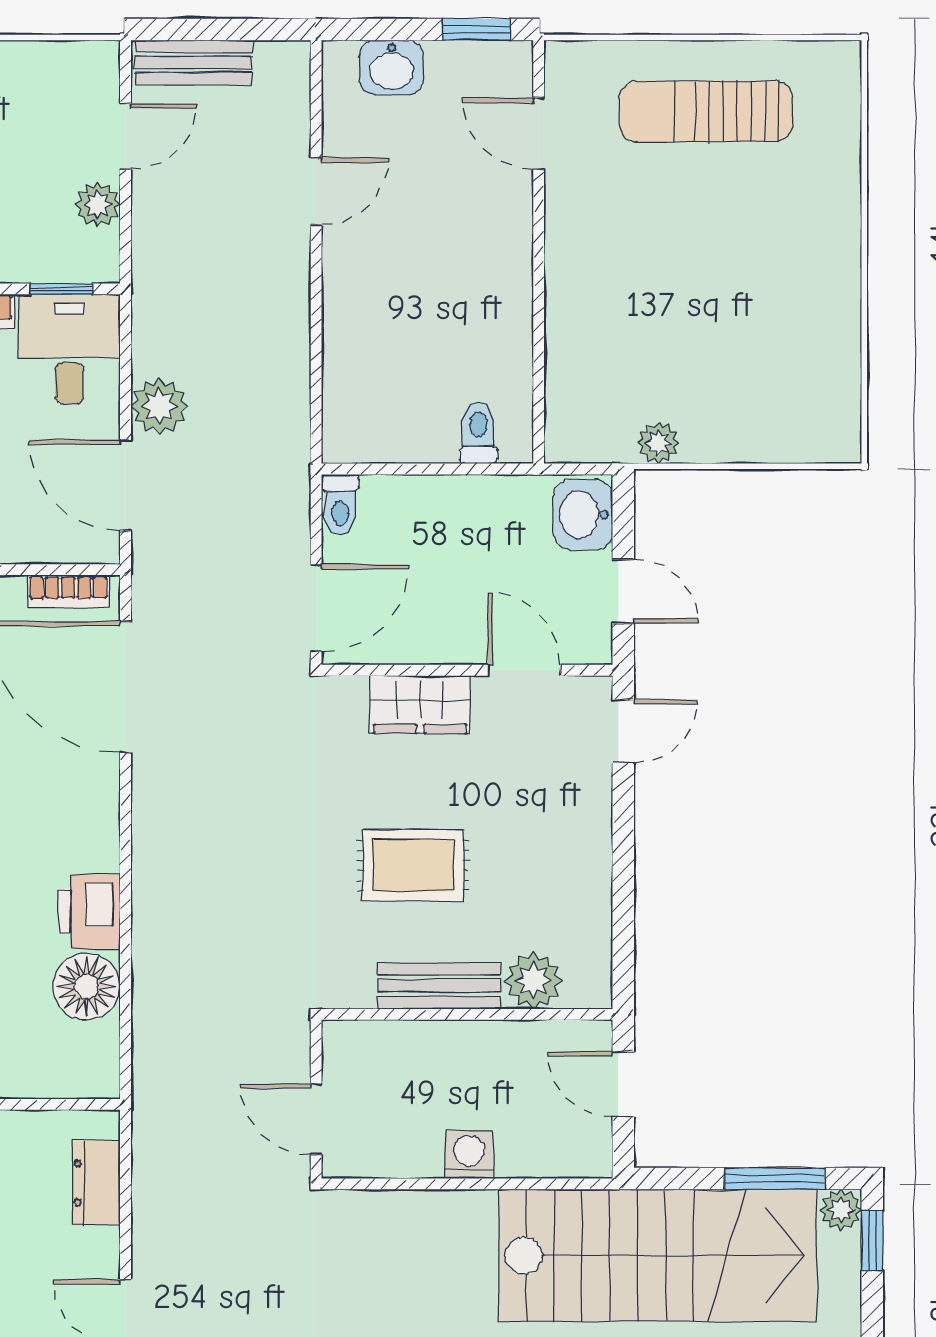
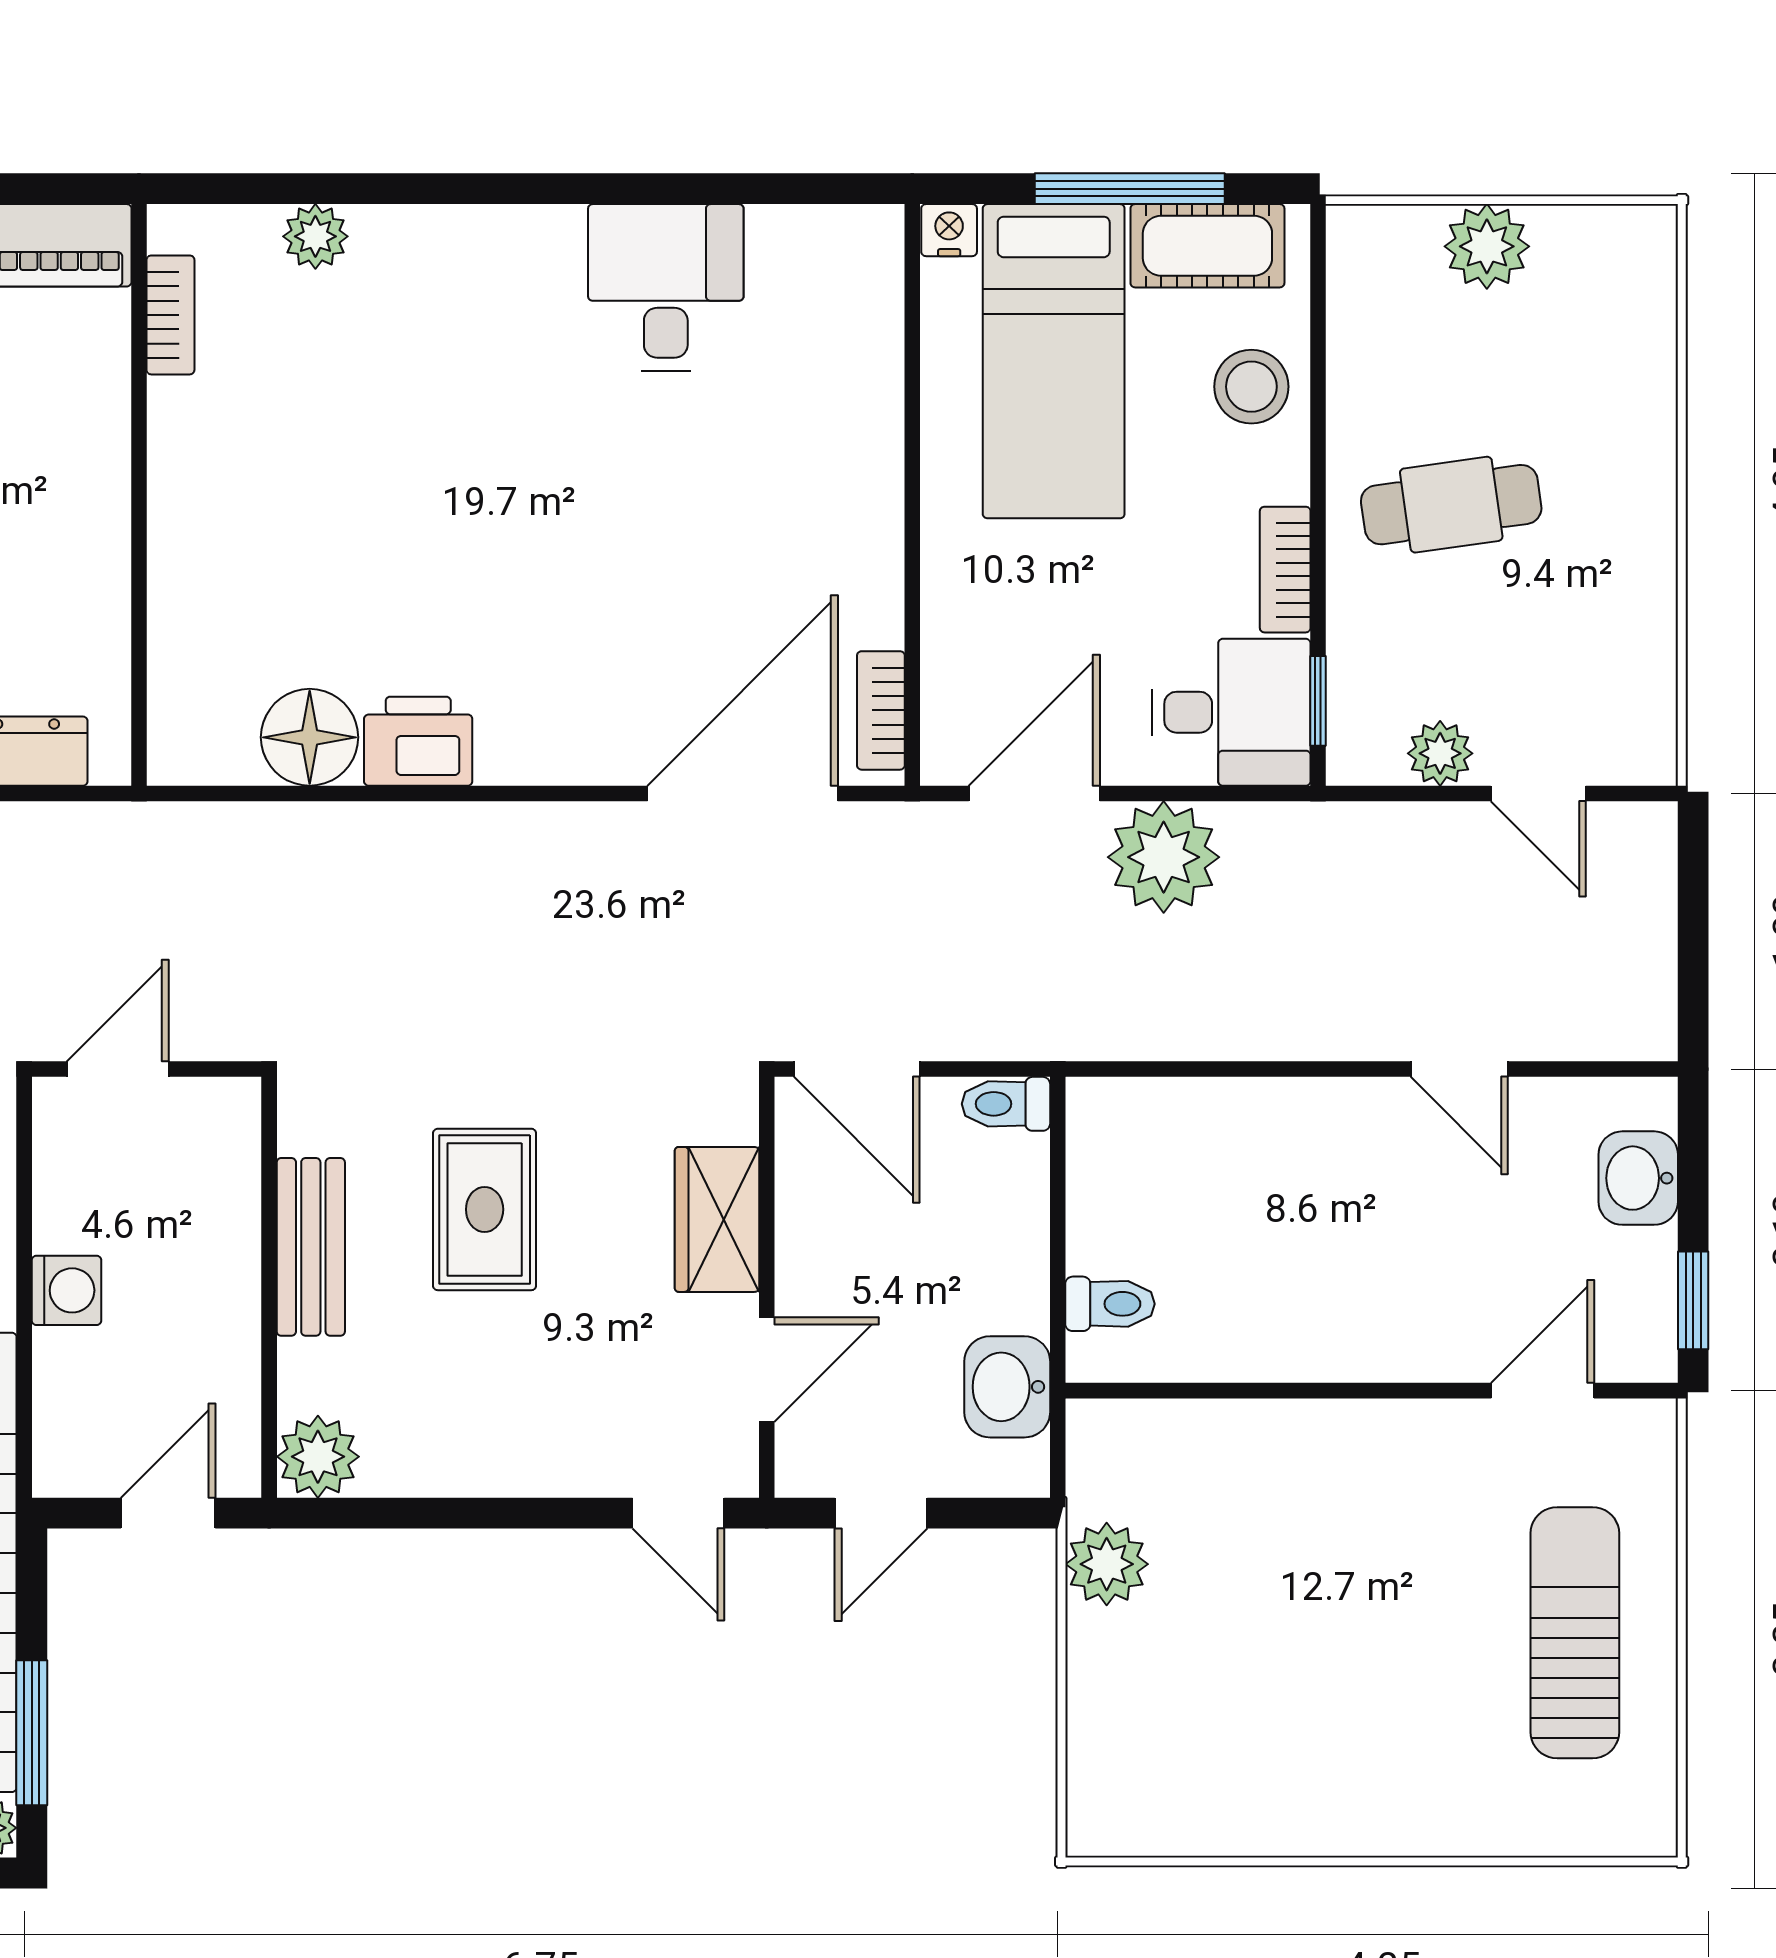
bench: (194, 62) -> (1646, 892), removed
plant: (159, 406) -> (1164, 857), width x1.36, depth x1.36
plant: (659, 443) -> (1107, 1564), width x1.38, depth x1.38
washbasin: (583, 515) -> (1007, 1387), moved, turned -90
plant: (533, 981) -> (318, 1457), moved

